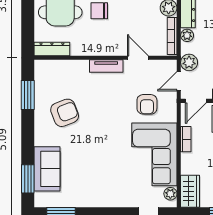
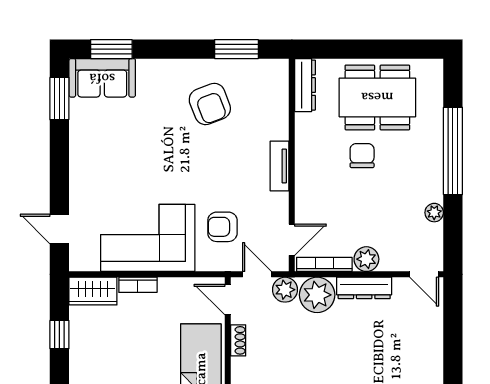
plant: (187, 35) -> (317, 295), width x1.88, depth x1.88
door: (138, 58) -> (292, 240), moved
bookcase: (186, 139) -> (138, 285), moved
sofa: (47, 169) -> (102, 78), moved
plant: (170, 194) -> (89, 262), removed

